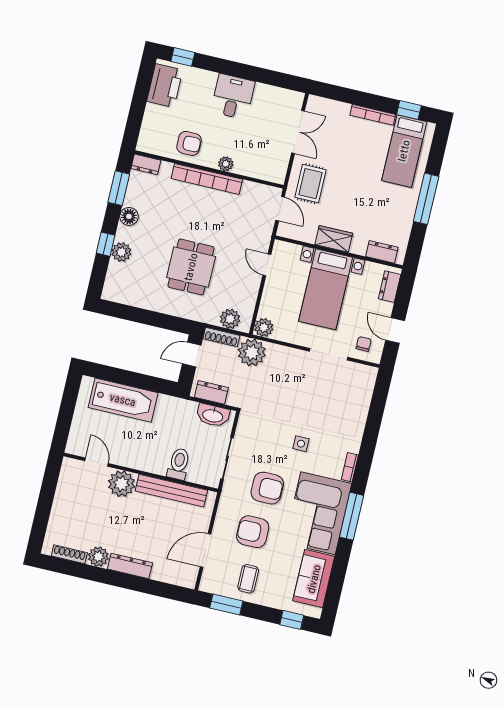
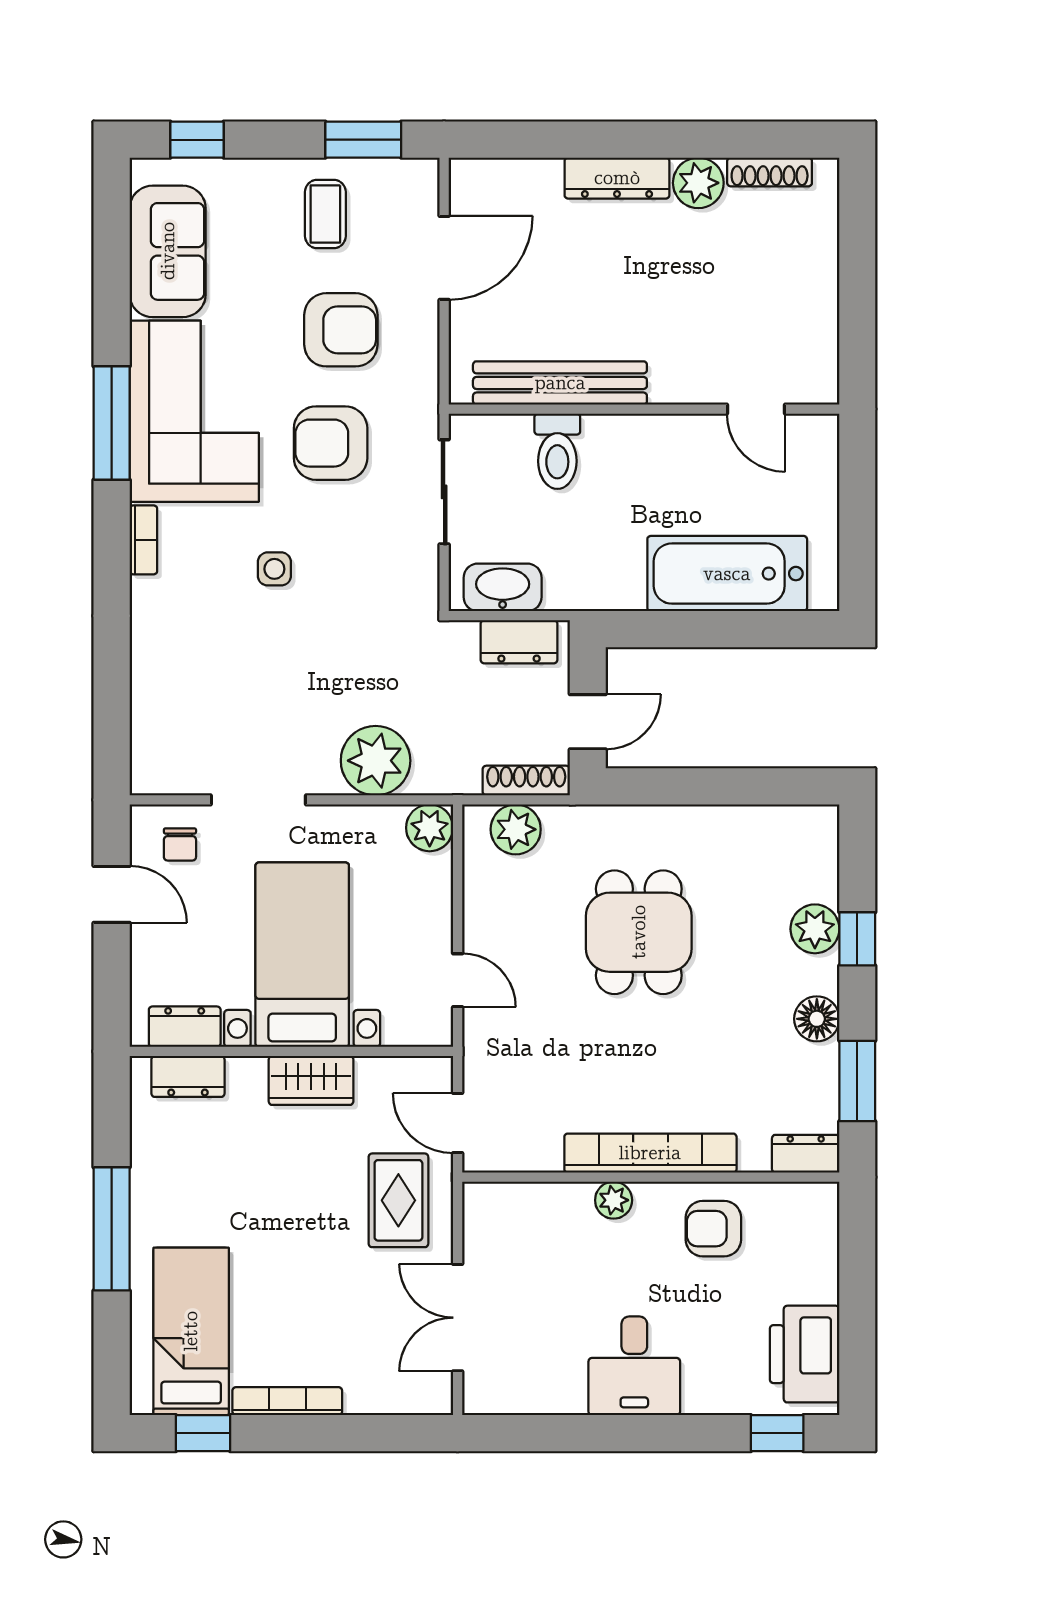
dresser: (390, 287) -> (185, 1027), moved, turned -90
plant: (252, 353) -> (376, 761), moved
plant: (122, 484) -> (684, 371), removed

